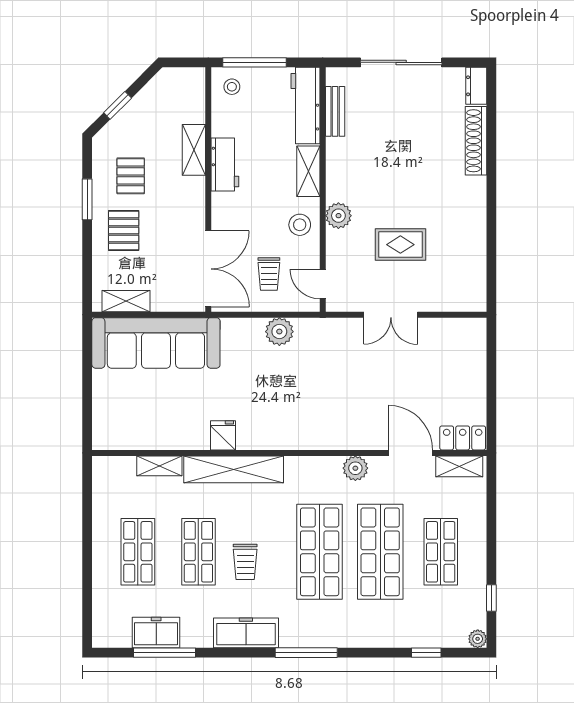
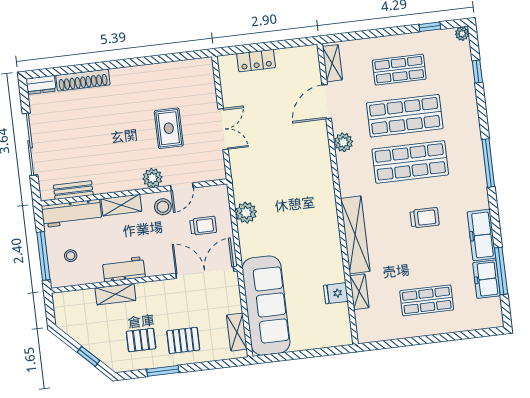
stool: (232, 87) -> (71, 256), moved
door: (323, 284) -> (182, 187), moved
fridge: (223, 435) -> (336, 293), moved
locker: (463, 438) -> (256, 61), moved, turned -90
shop shelf: (198, 552) -> (421, 254), removed
freezer: (246, 633) -> (482, 235), moved

